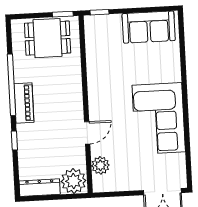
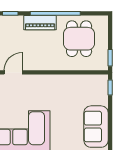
dining table: (48, 38) -> (79, 39), moved
door: (87, 133) -> (13, 72), swing flipped

